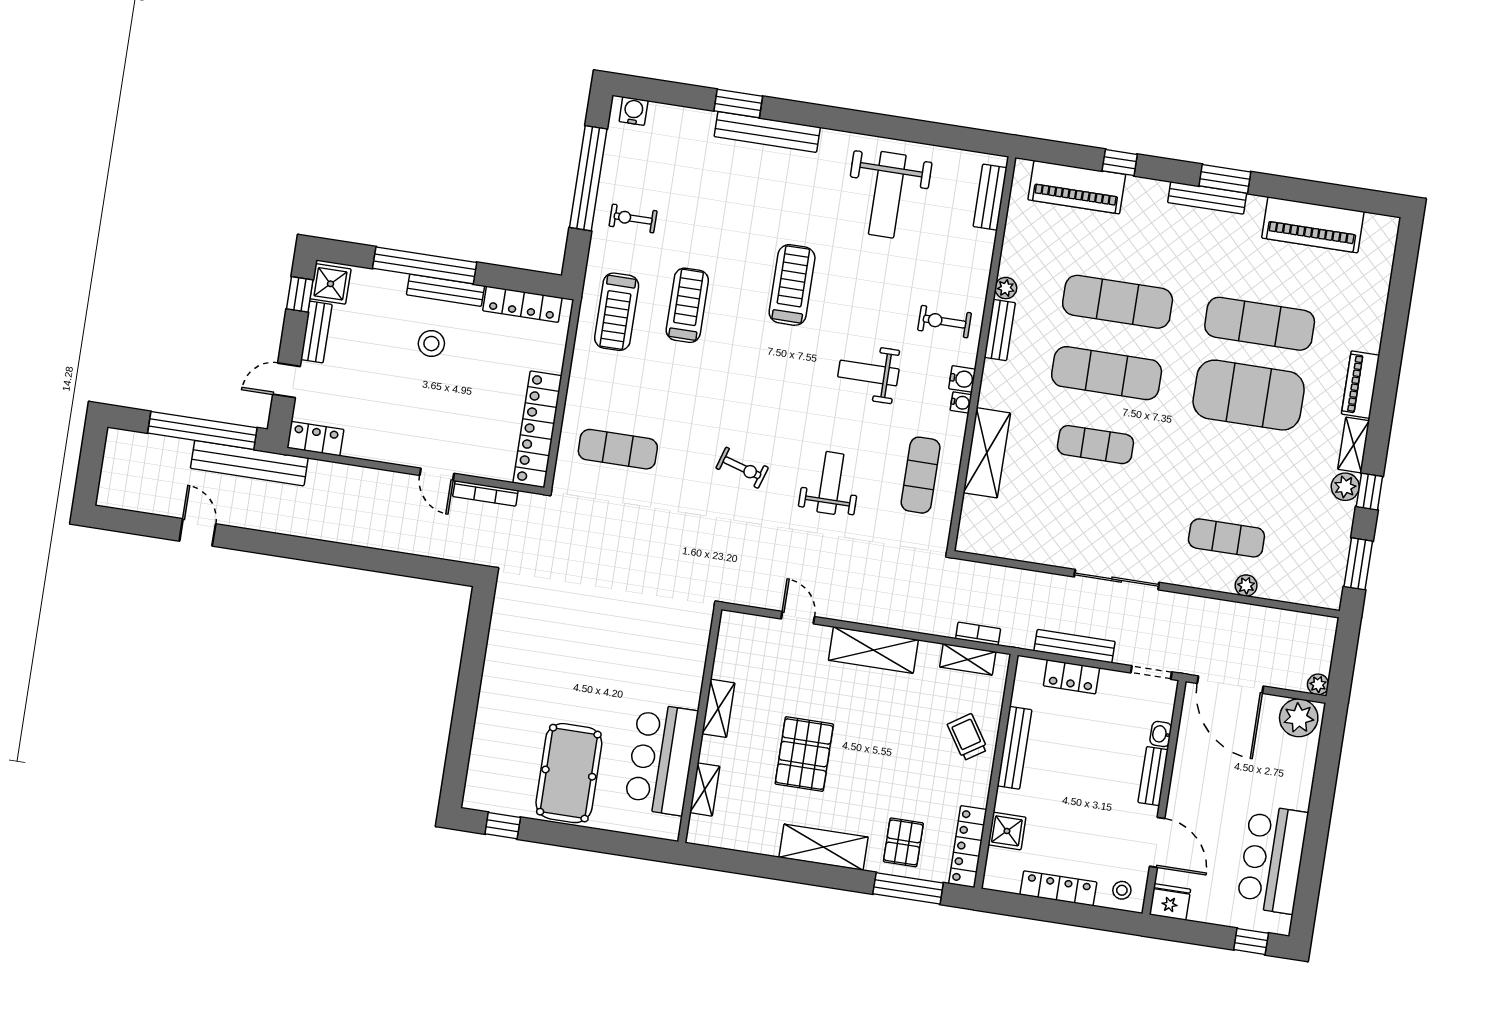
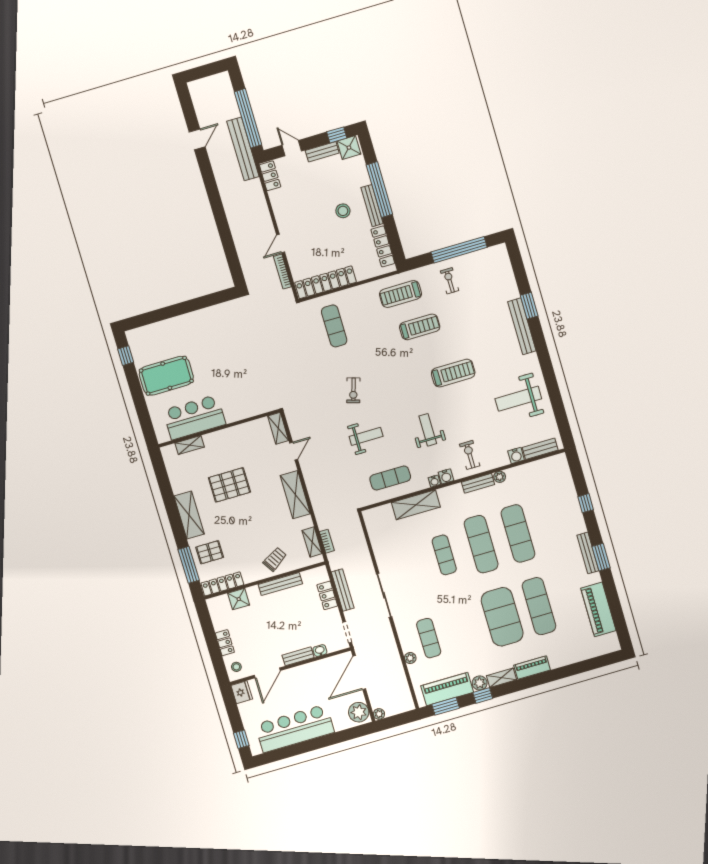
water cooler: (634, 111) -> (516, 455), moved, turned 90
piano: (1077, 187) -> (447, 689), moved, turned 90
shelving: (718, 708) -> (278, 428), moved, turned 90
bar counter: (1272, 859) -> (295, 728), width x1.36
locker: (1058, 888) -> (225, 643), width x0.66

